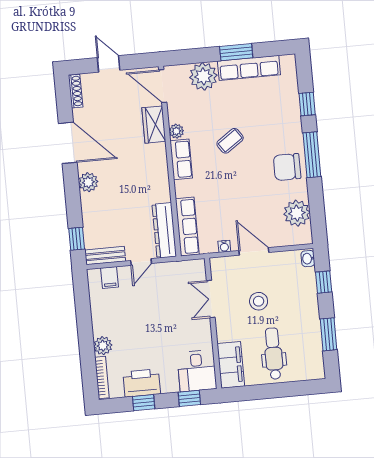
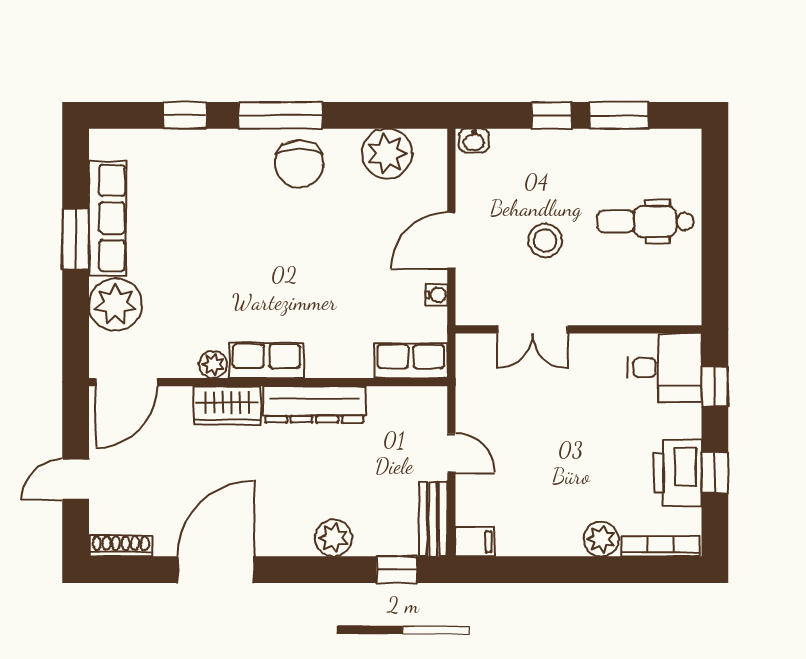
wardrobe: (154, 125) -> (227, 406), moved
coffee table: (230, 141) -> (240, 266), removed
plant: (88, 182) -> (333, 538), moved
row of seats: (187, 227) -> (411, 361), width x0.68
dresser: (164, 230) -> (314, 404), moved
filing cabinet: (110, 277) -> (475, 542), moved
window: (324, 282) -> (552, 115), moved
filing cabinet: (231, 365) -> (659, 303), removed

